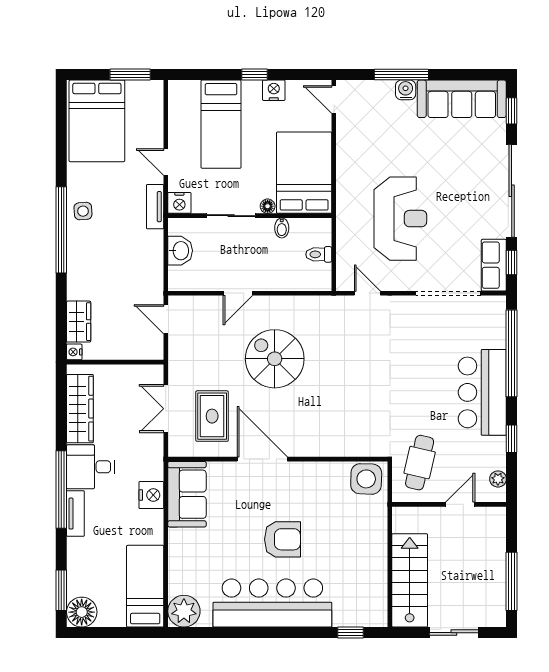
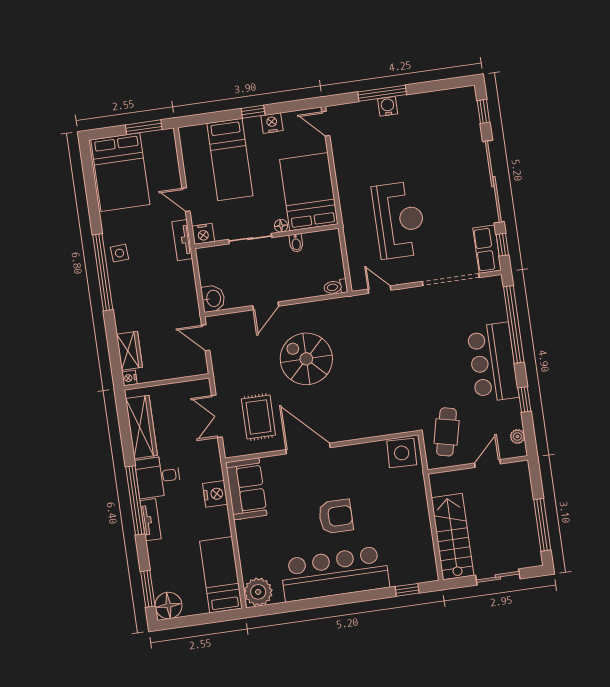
sofa: (462, 99) -> (438, 107), removed
washbasin: (180, 251) -> (213, 298), moved
toilet: (319, 254) -> (336, 287), moved

